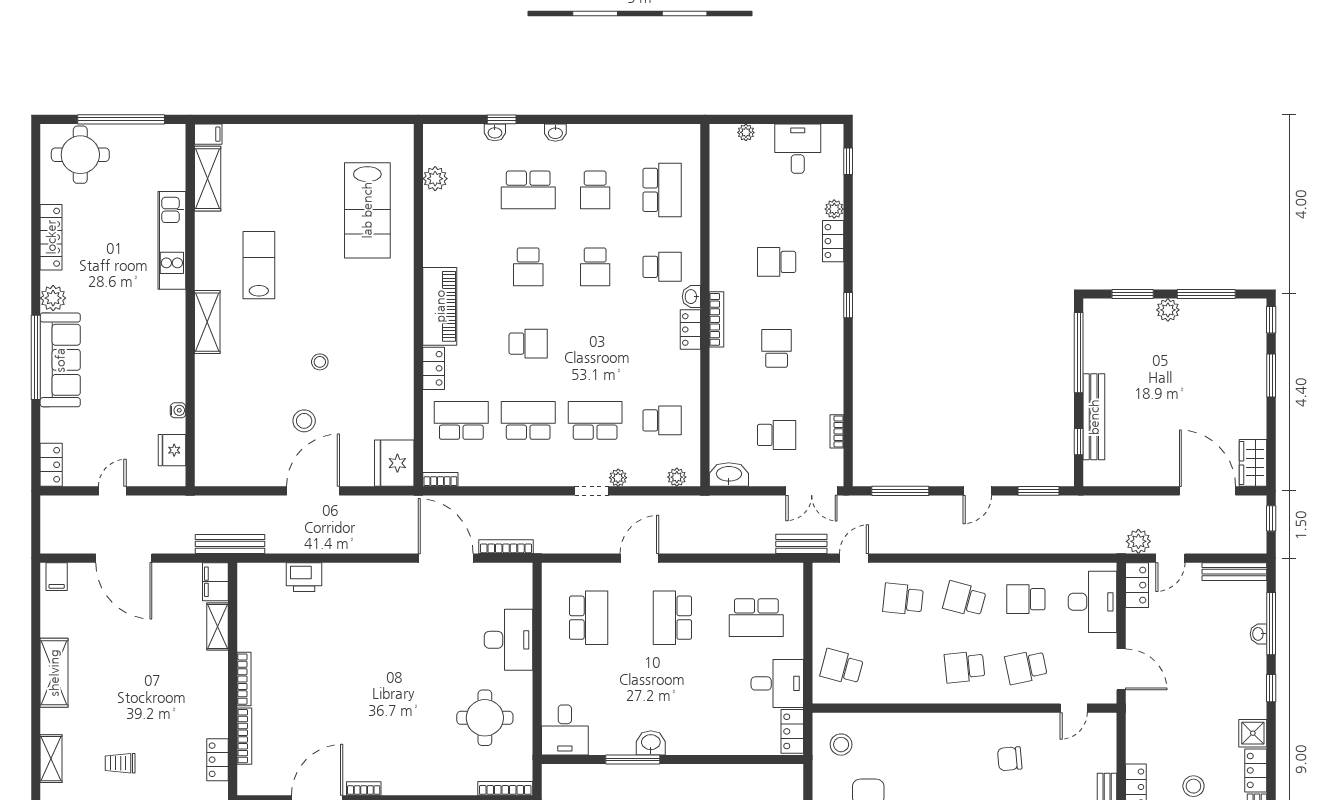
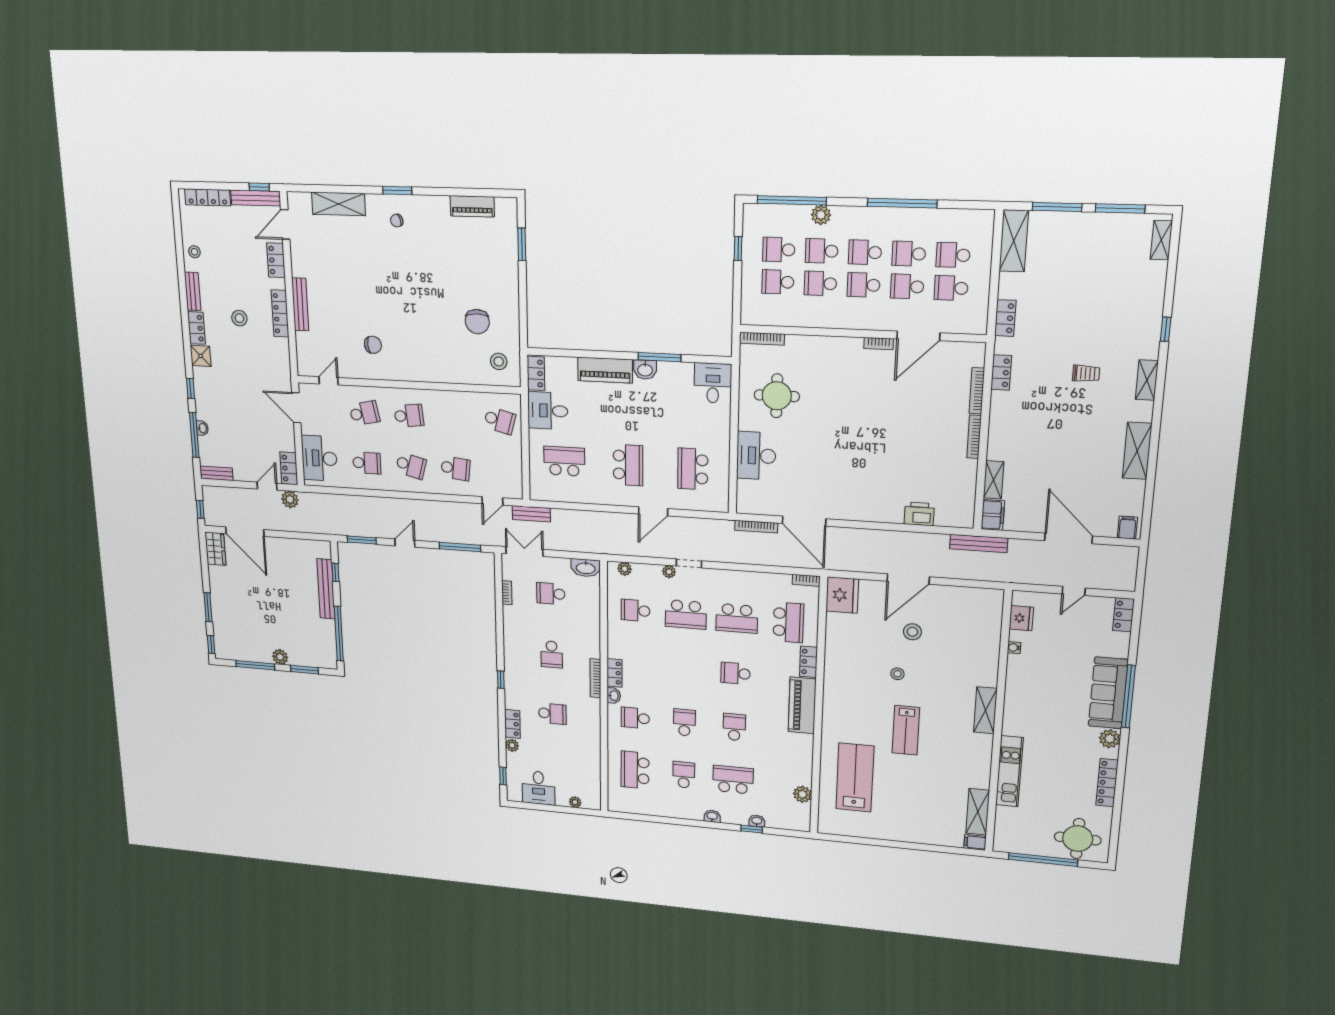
lab bench: (259, 265) -> (906, 730), moved
school desk: (461, 420) -> (788, 622), turned -90
bench: (1234, 572) -> (216, 473), width x0.73
piano: (702, 740) -> (605, 370), added

